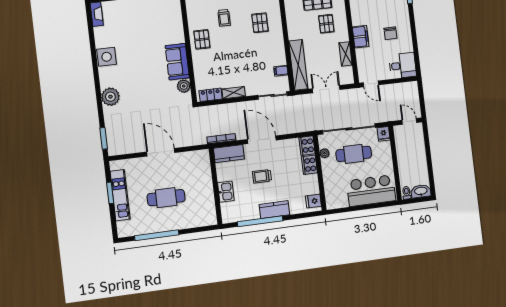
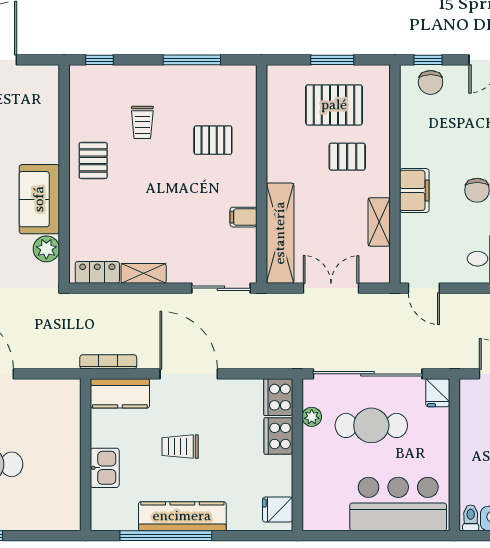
pallet: (260, 23) -> (213, 140), turned 90
pallet: (326, 24) -> (347, 157), turned 90
filing cabinet: (281, 71) -> (244, 217), moved
kitchen counter: (274, 210) -> (182, 516), width x1.50

